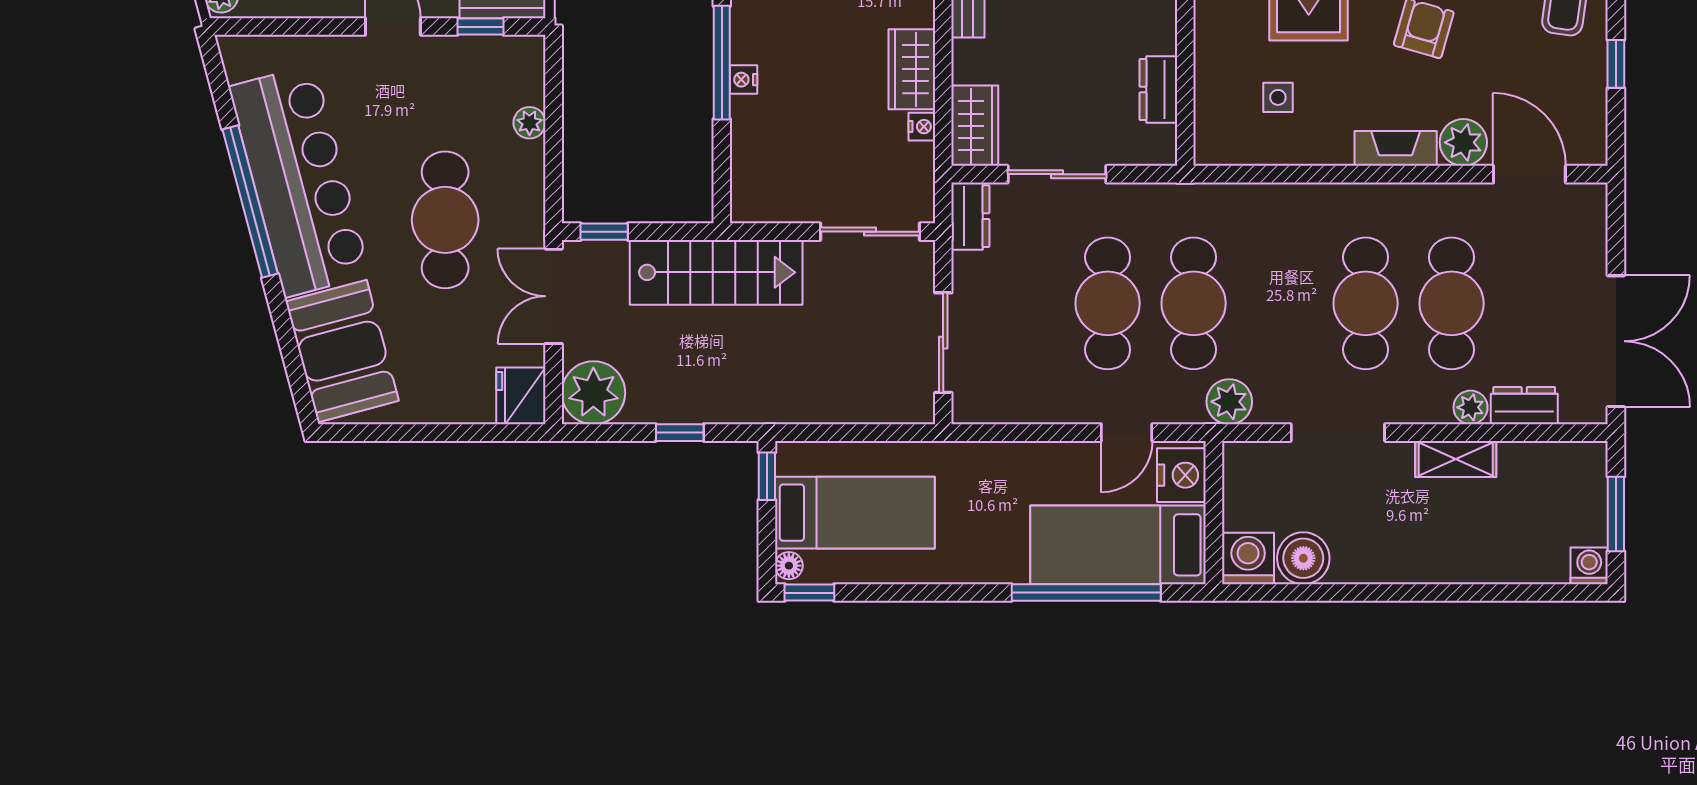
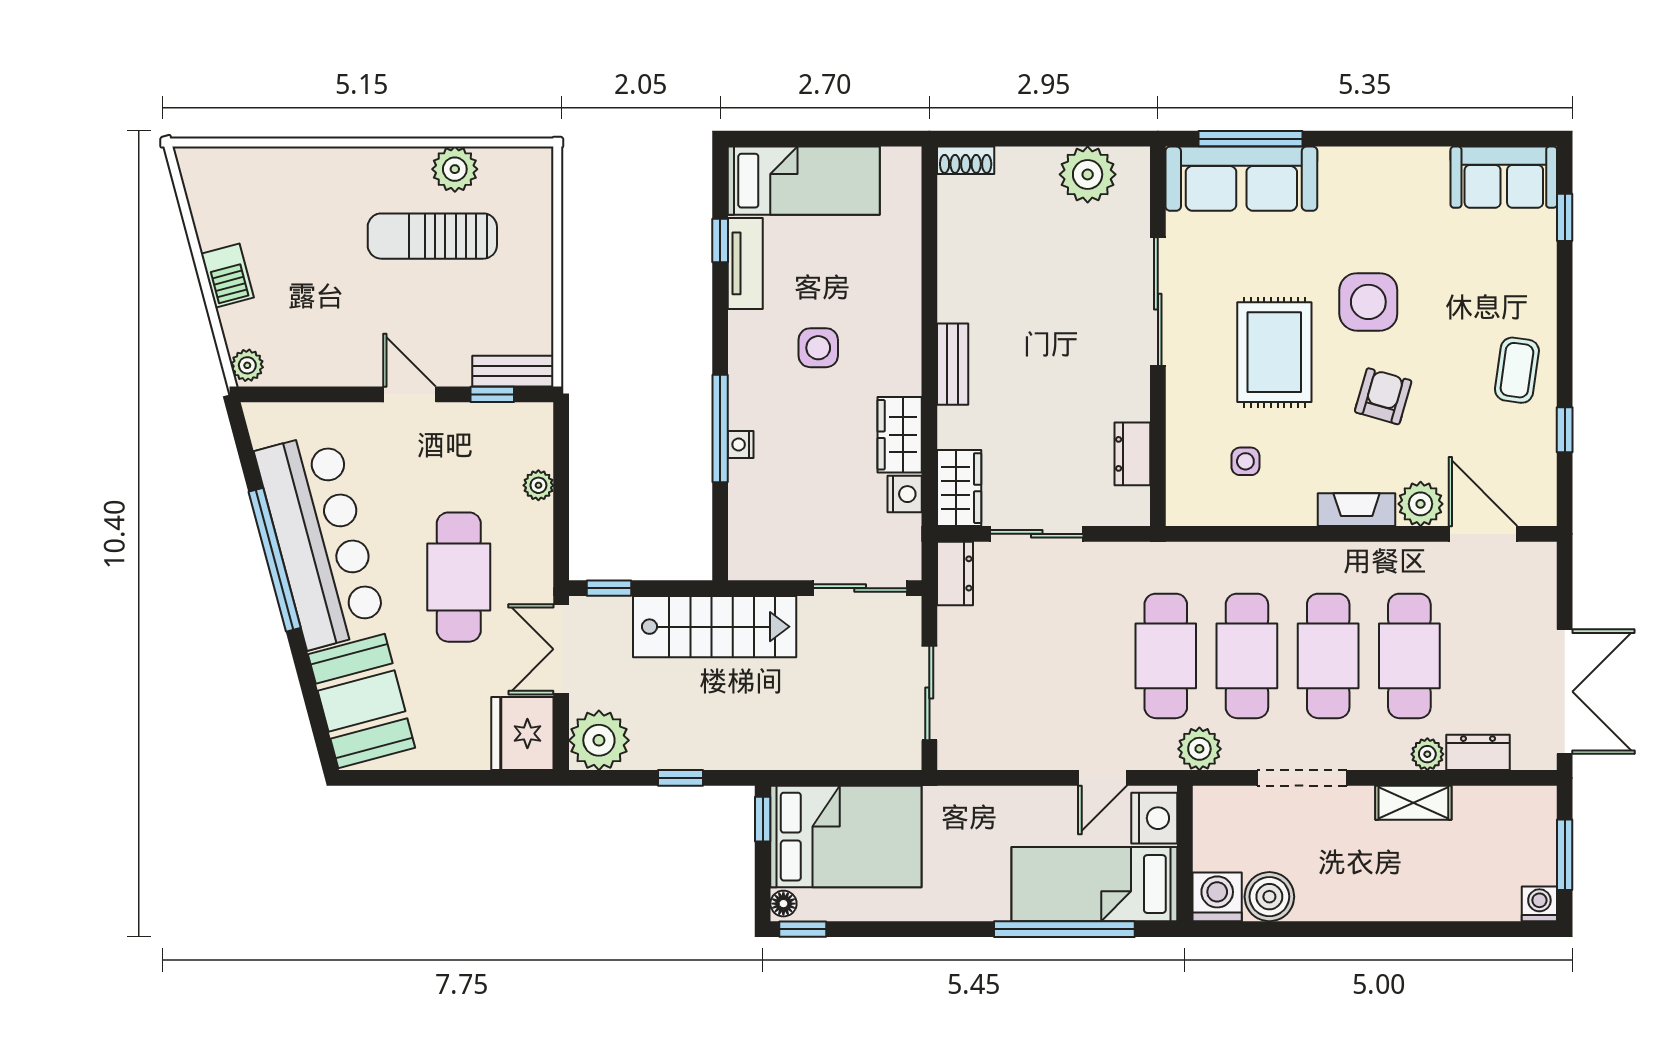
nightstand: (922, 127) -> (905, 494), width x1.39, depth x1.35
cafe table: (1108, 303) -> (1247, 656), moved
fridge: (521, 396) -> (522, 734), width x1.36, depth x1.34
bed: (855, 513) -> (846, 837), width x1.50

